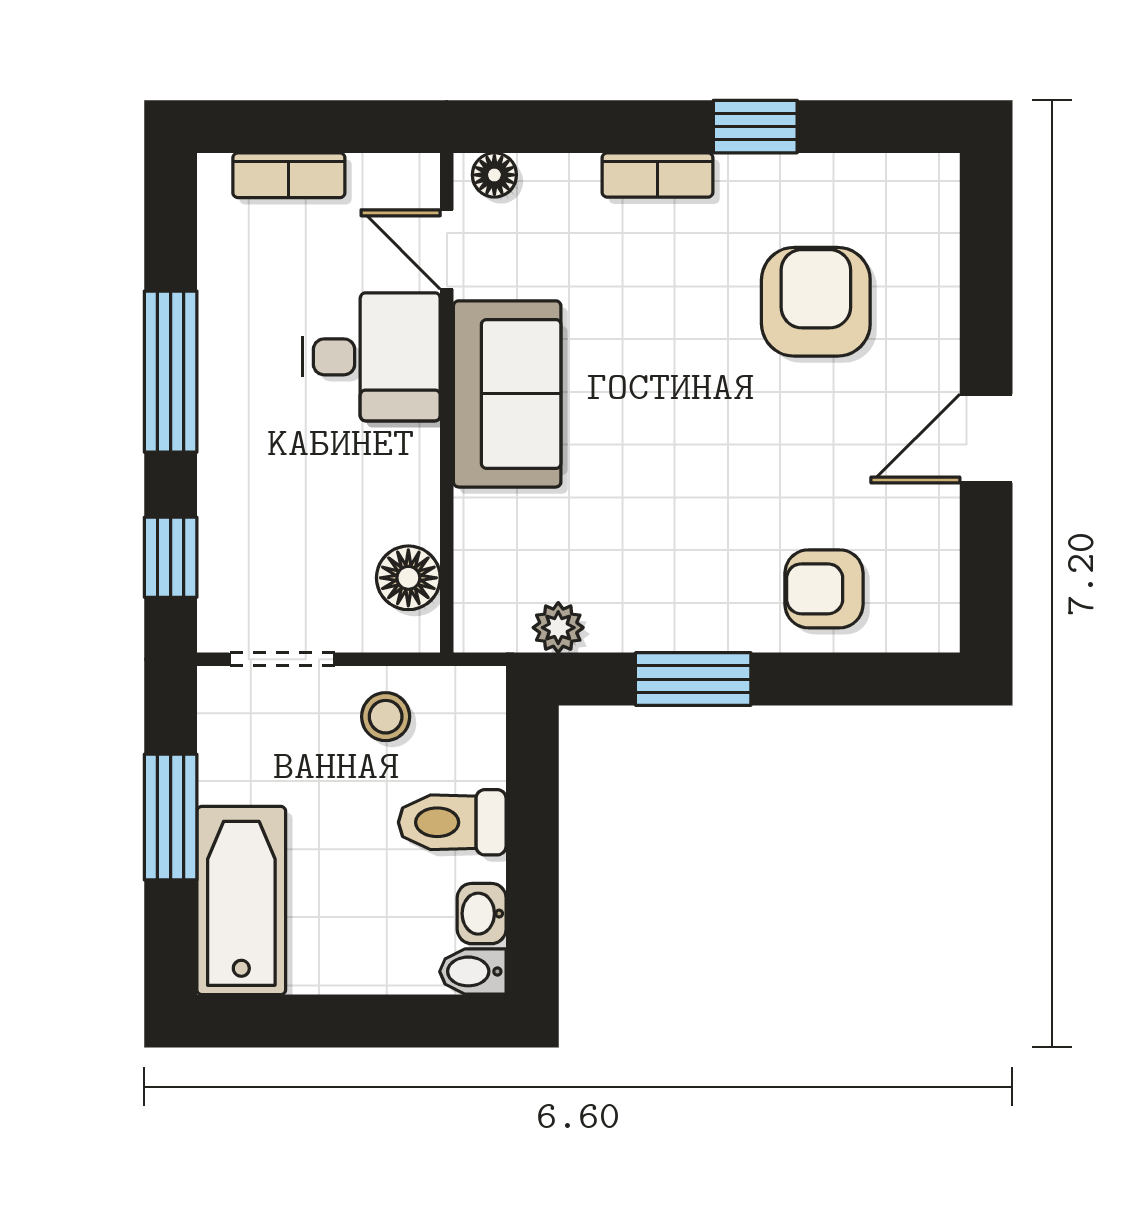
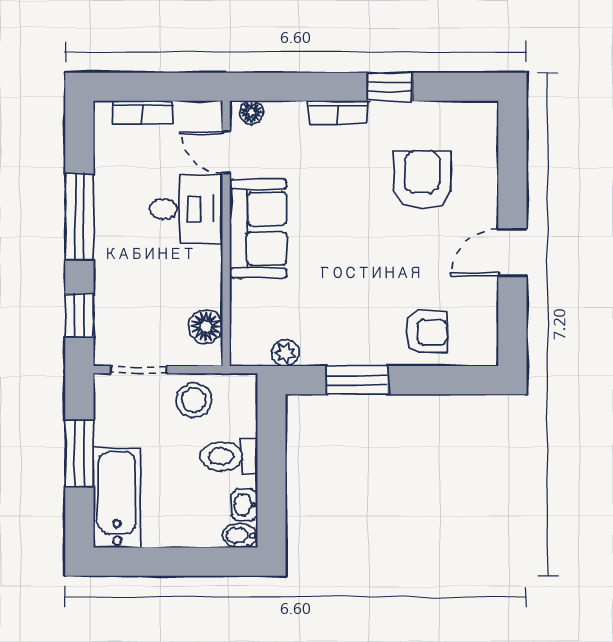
armchair: (824, 589) -> (426, 332), turned 180
stool: (386, 717) -> (194, 400), width x1.37, depth x1.37

